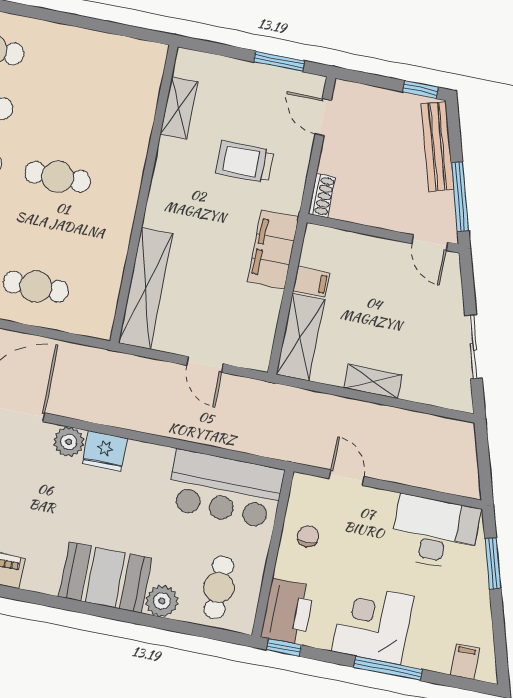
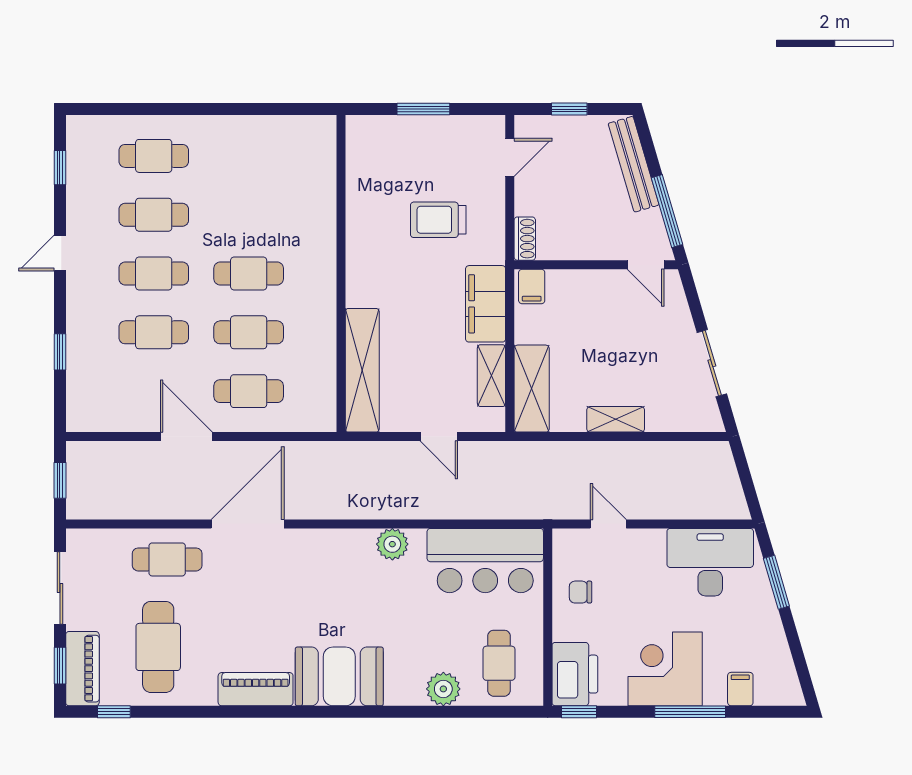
window: (279, 61) -> (423, 109), moved
window: (421, 90) -> (569, 109), moved
shelving: (179, 108) -> (491, 376), moved
door: (323, 117) -> (510, 157), swing flipped
cafe table: (47, 232) -> (249, 332), added
filing cabinet: (311, 282) -> (532, 287), moved, turned 90
plant: (69, 442) -> (392, 544), moved
fridge: (105, 451) -> (353, 546), removed
chair: (308, 536) -> (581, 592), turned -90
booth: (105, 577) -> (339, 676), moved
filing cabinet: (465, 662) -> (740, 689), moved

